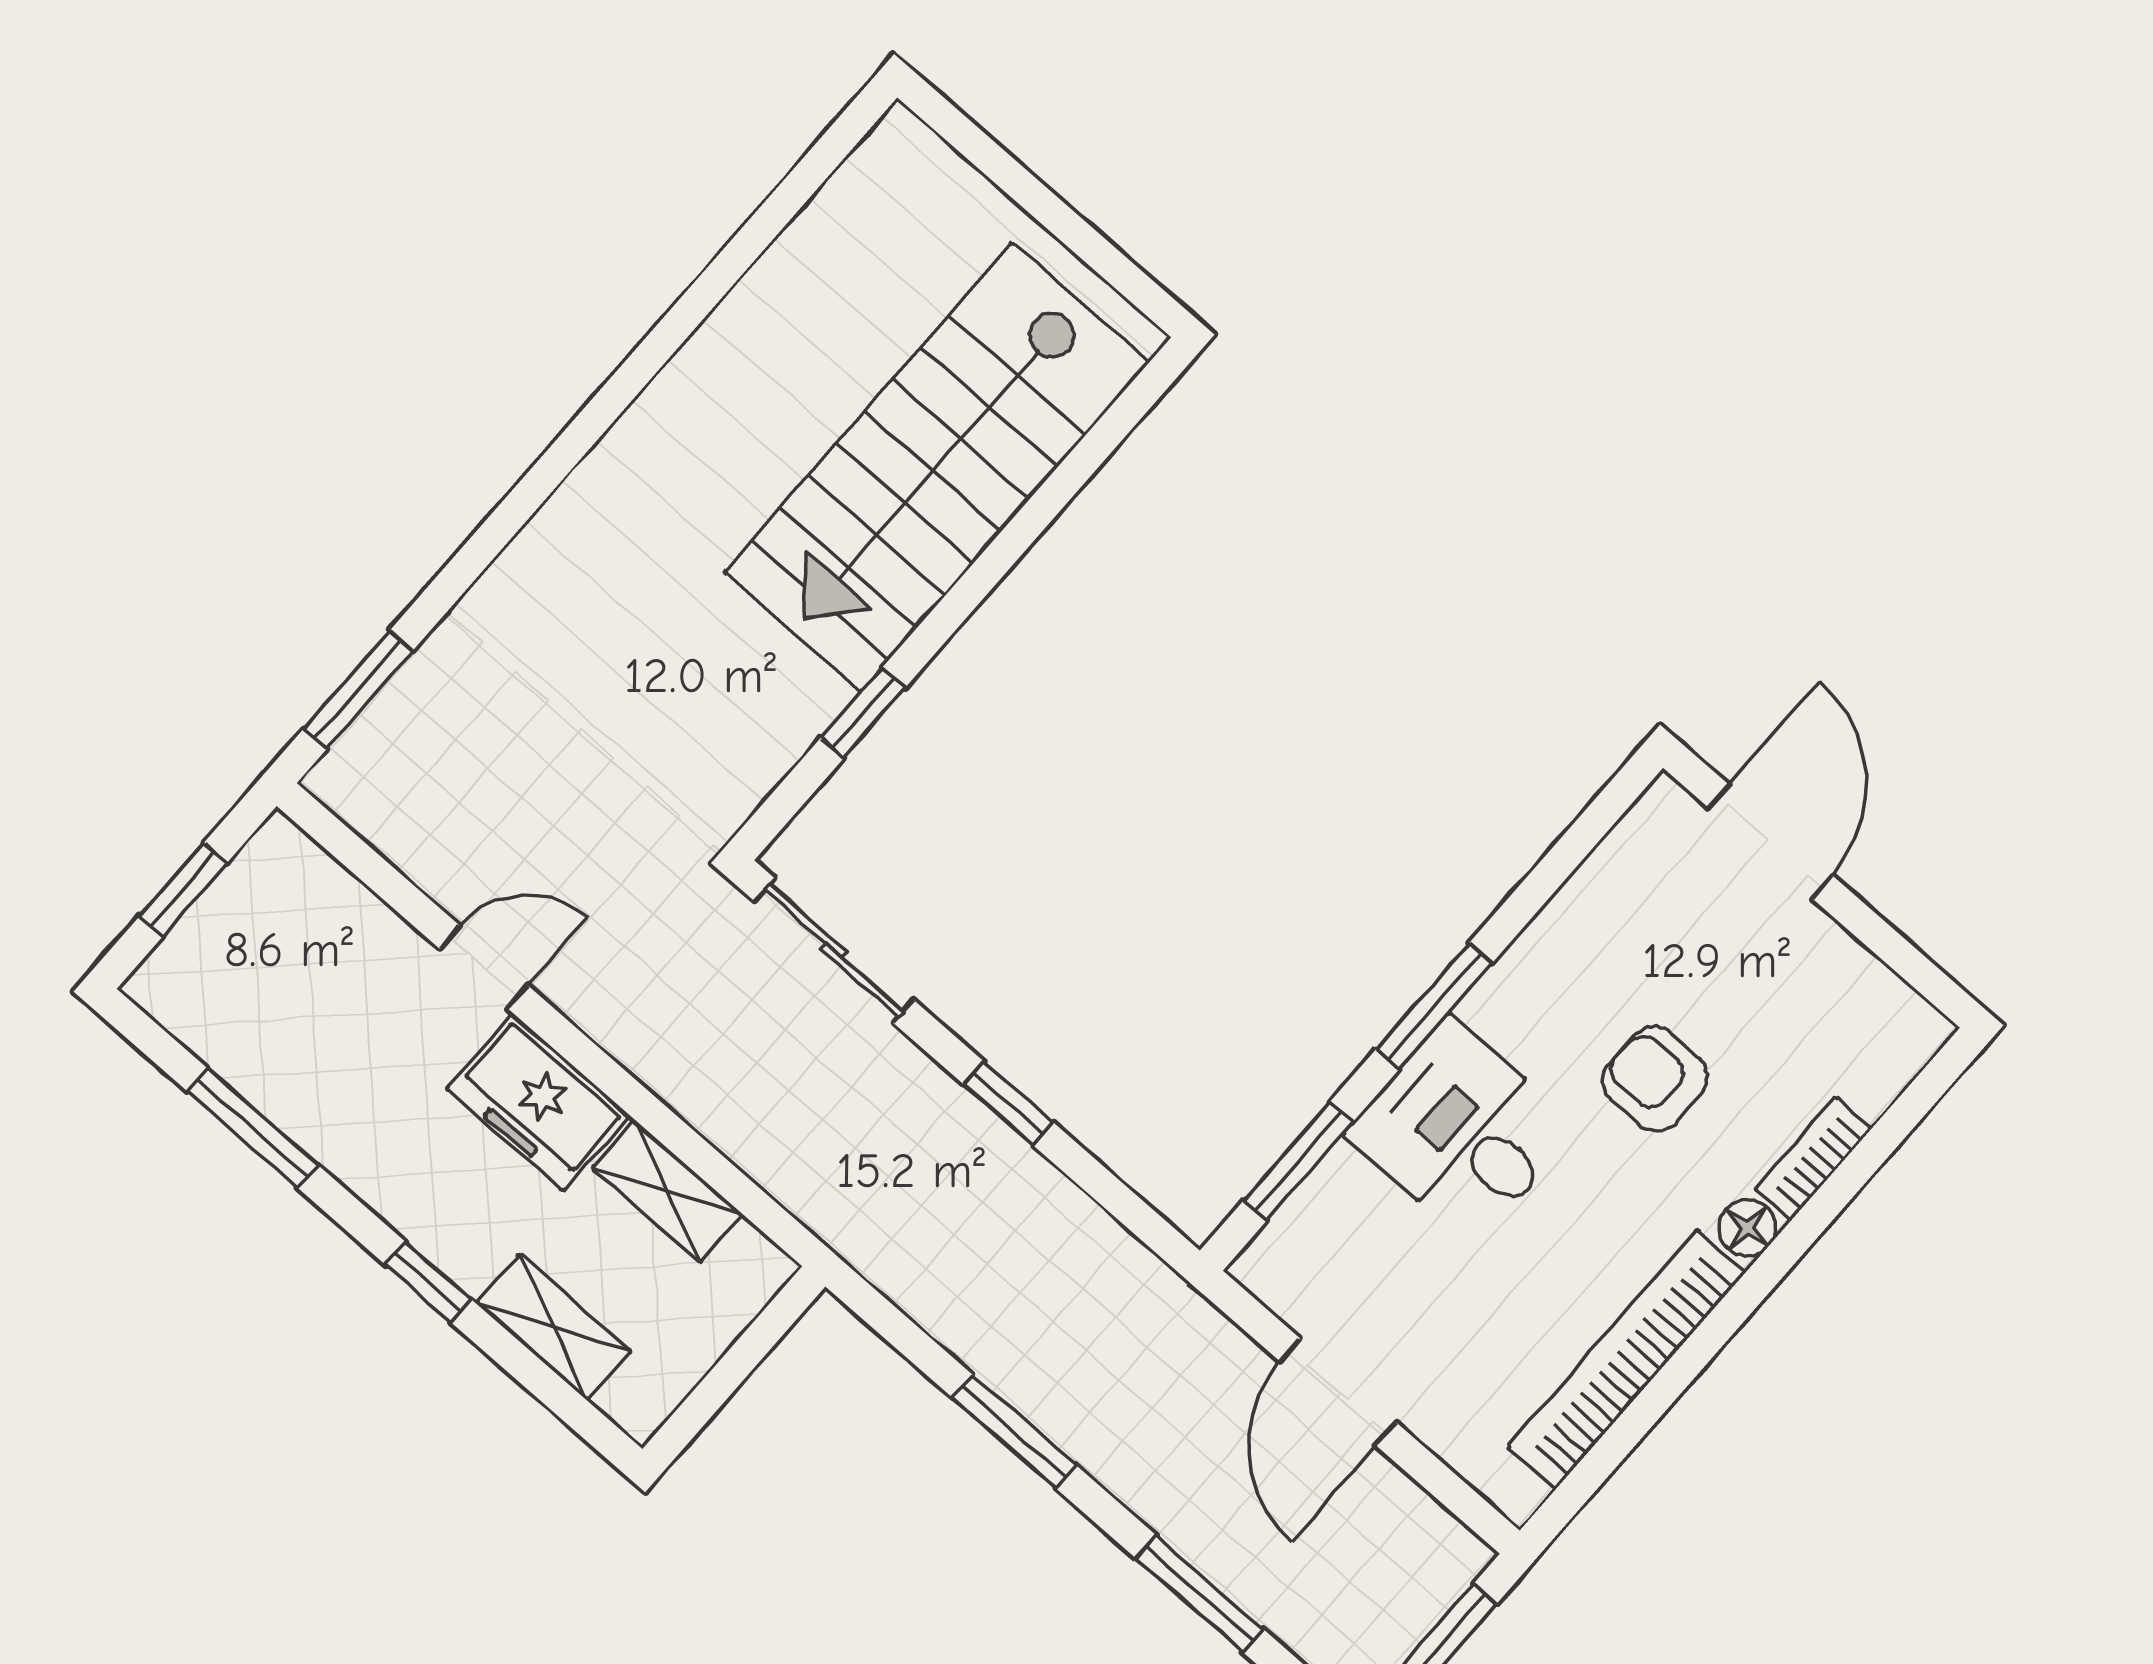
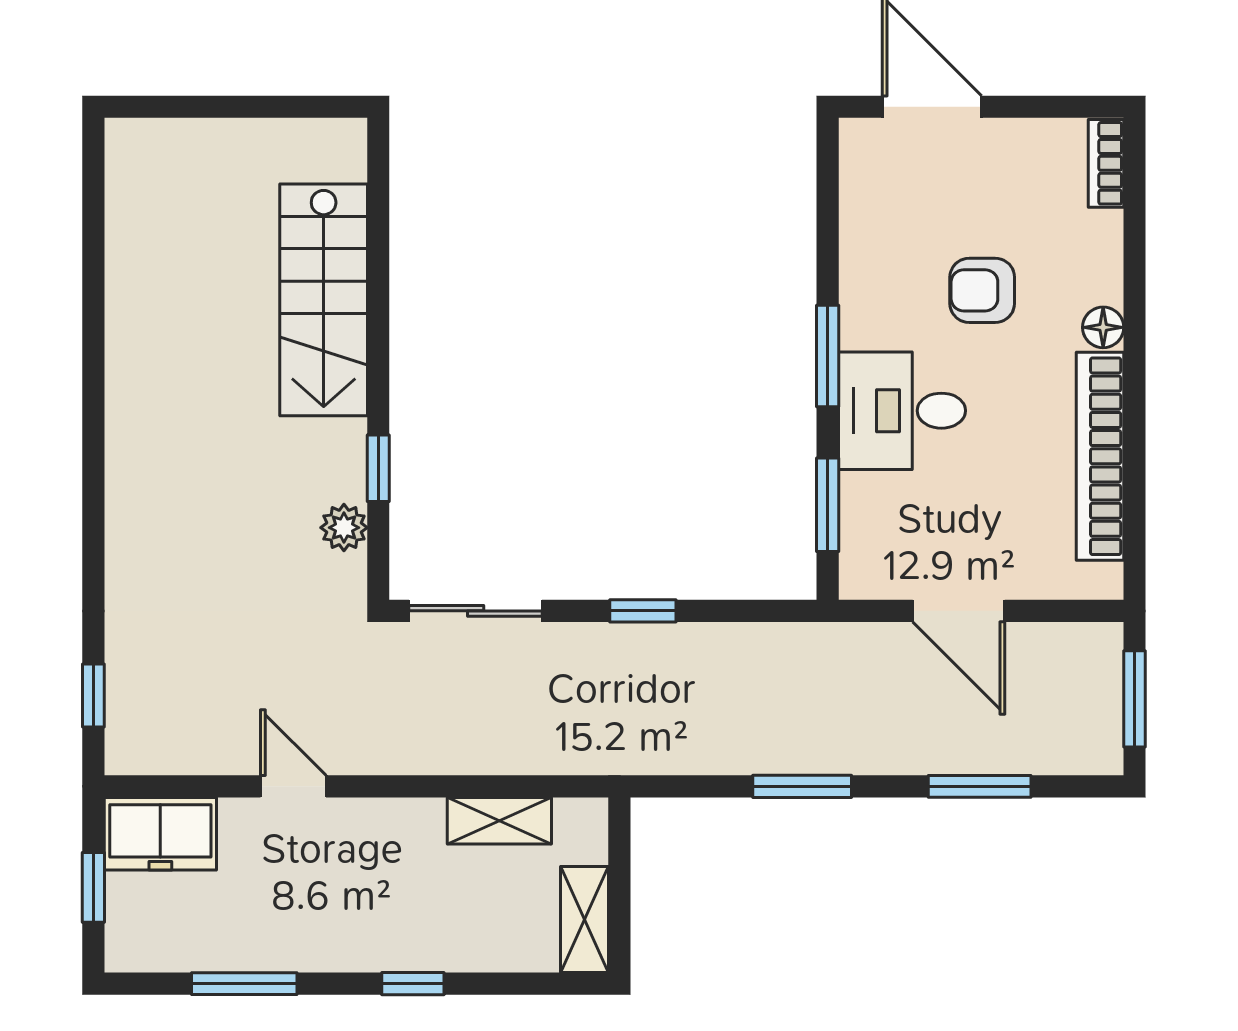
stairs: (936, 467) -> (324, 300), width x0.73, depth x0.66
window: (358, 690) -> (93, 696), width x0.67
plant: (773, 743) -> (344, 528), added
door: (484, 967) -> (293, 786), hinge flipped
freezer: (538, 1102) -> (160, 834), moved
bookcase: (1813, 1159) -> (1106, 163), moved
shelving: (553, 1327) -> (585, 919), moved, turned 90

